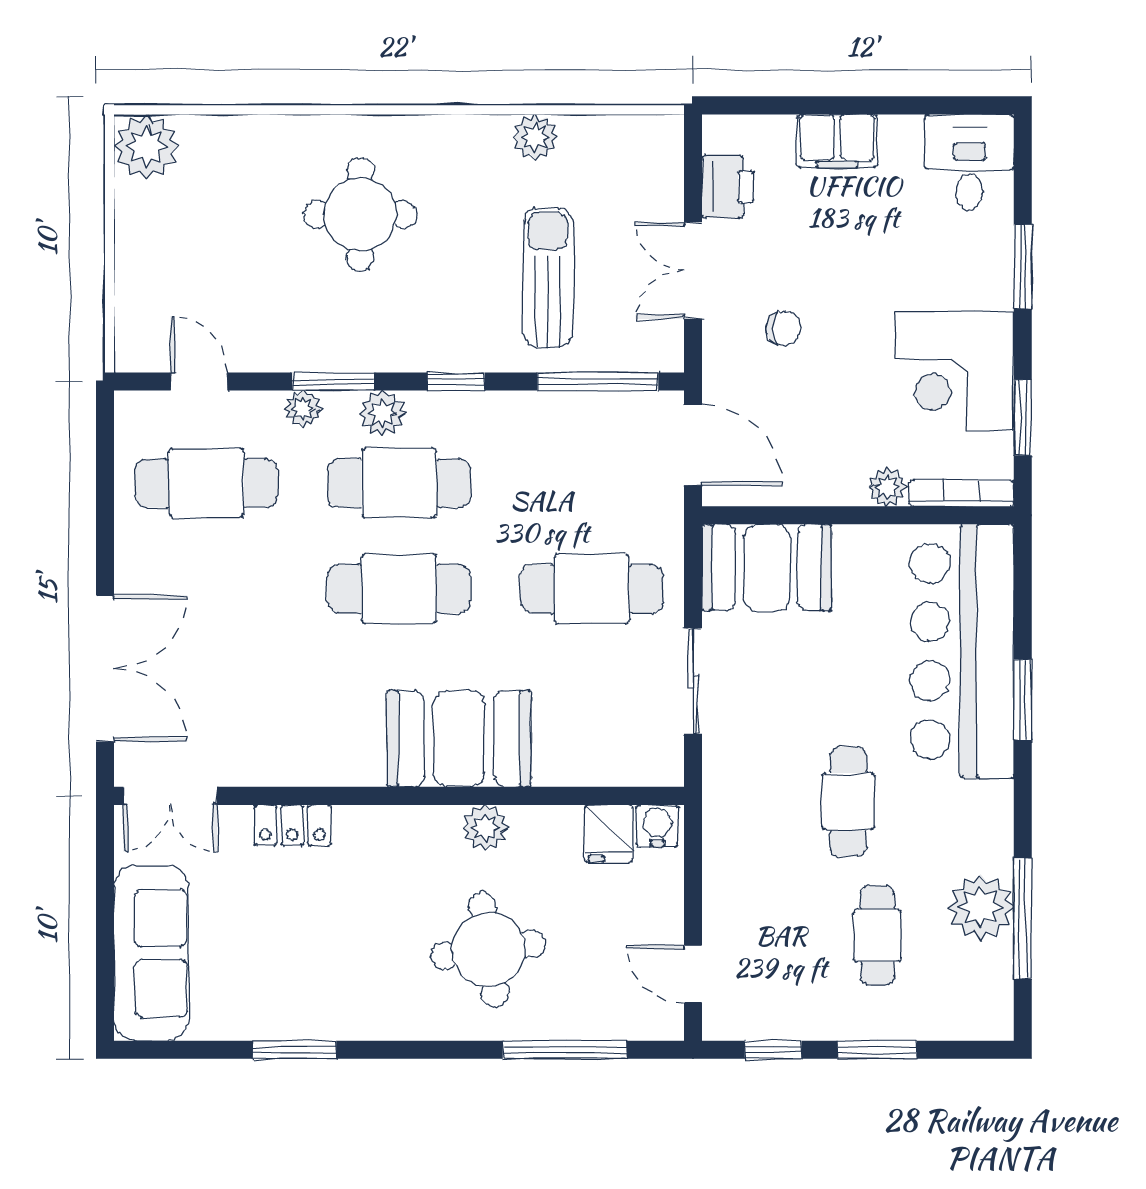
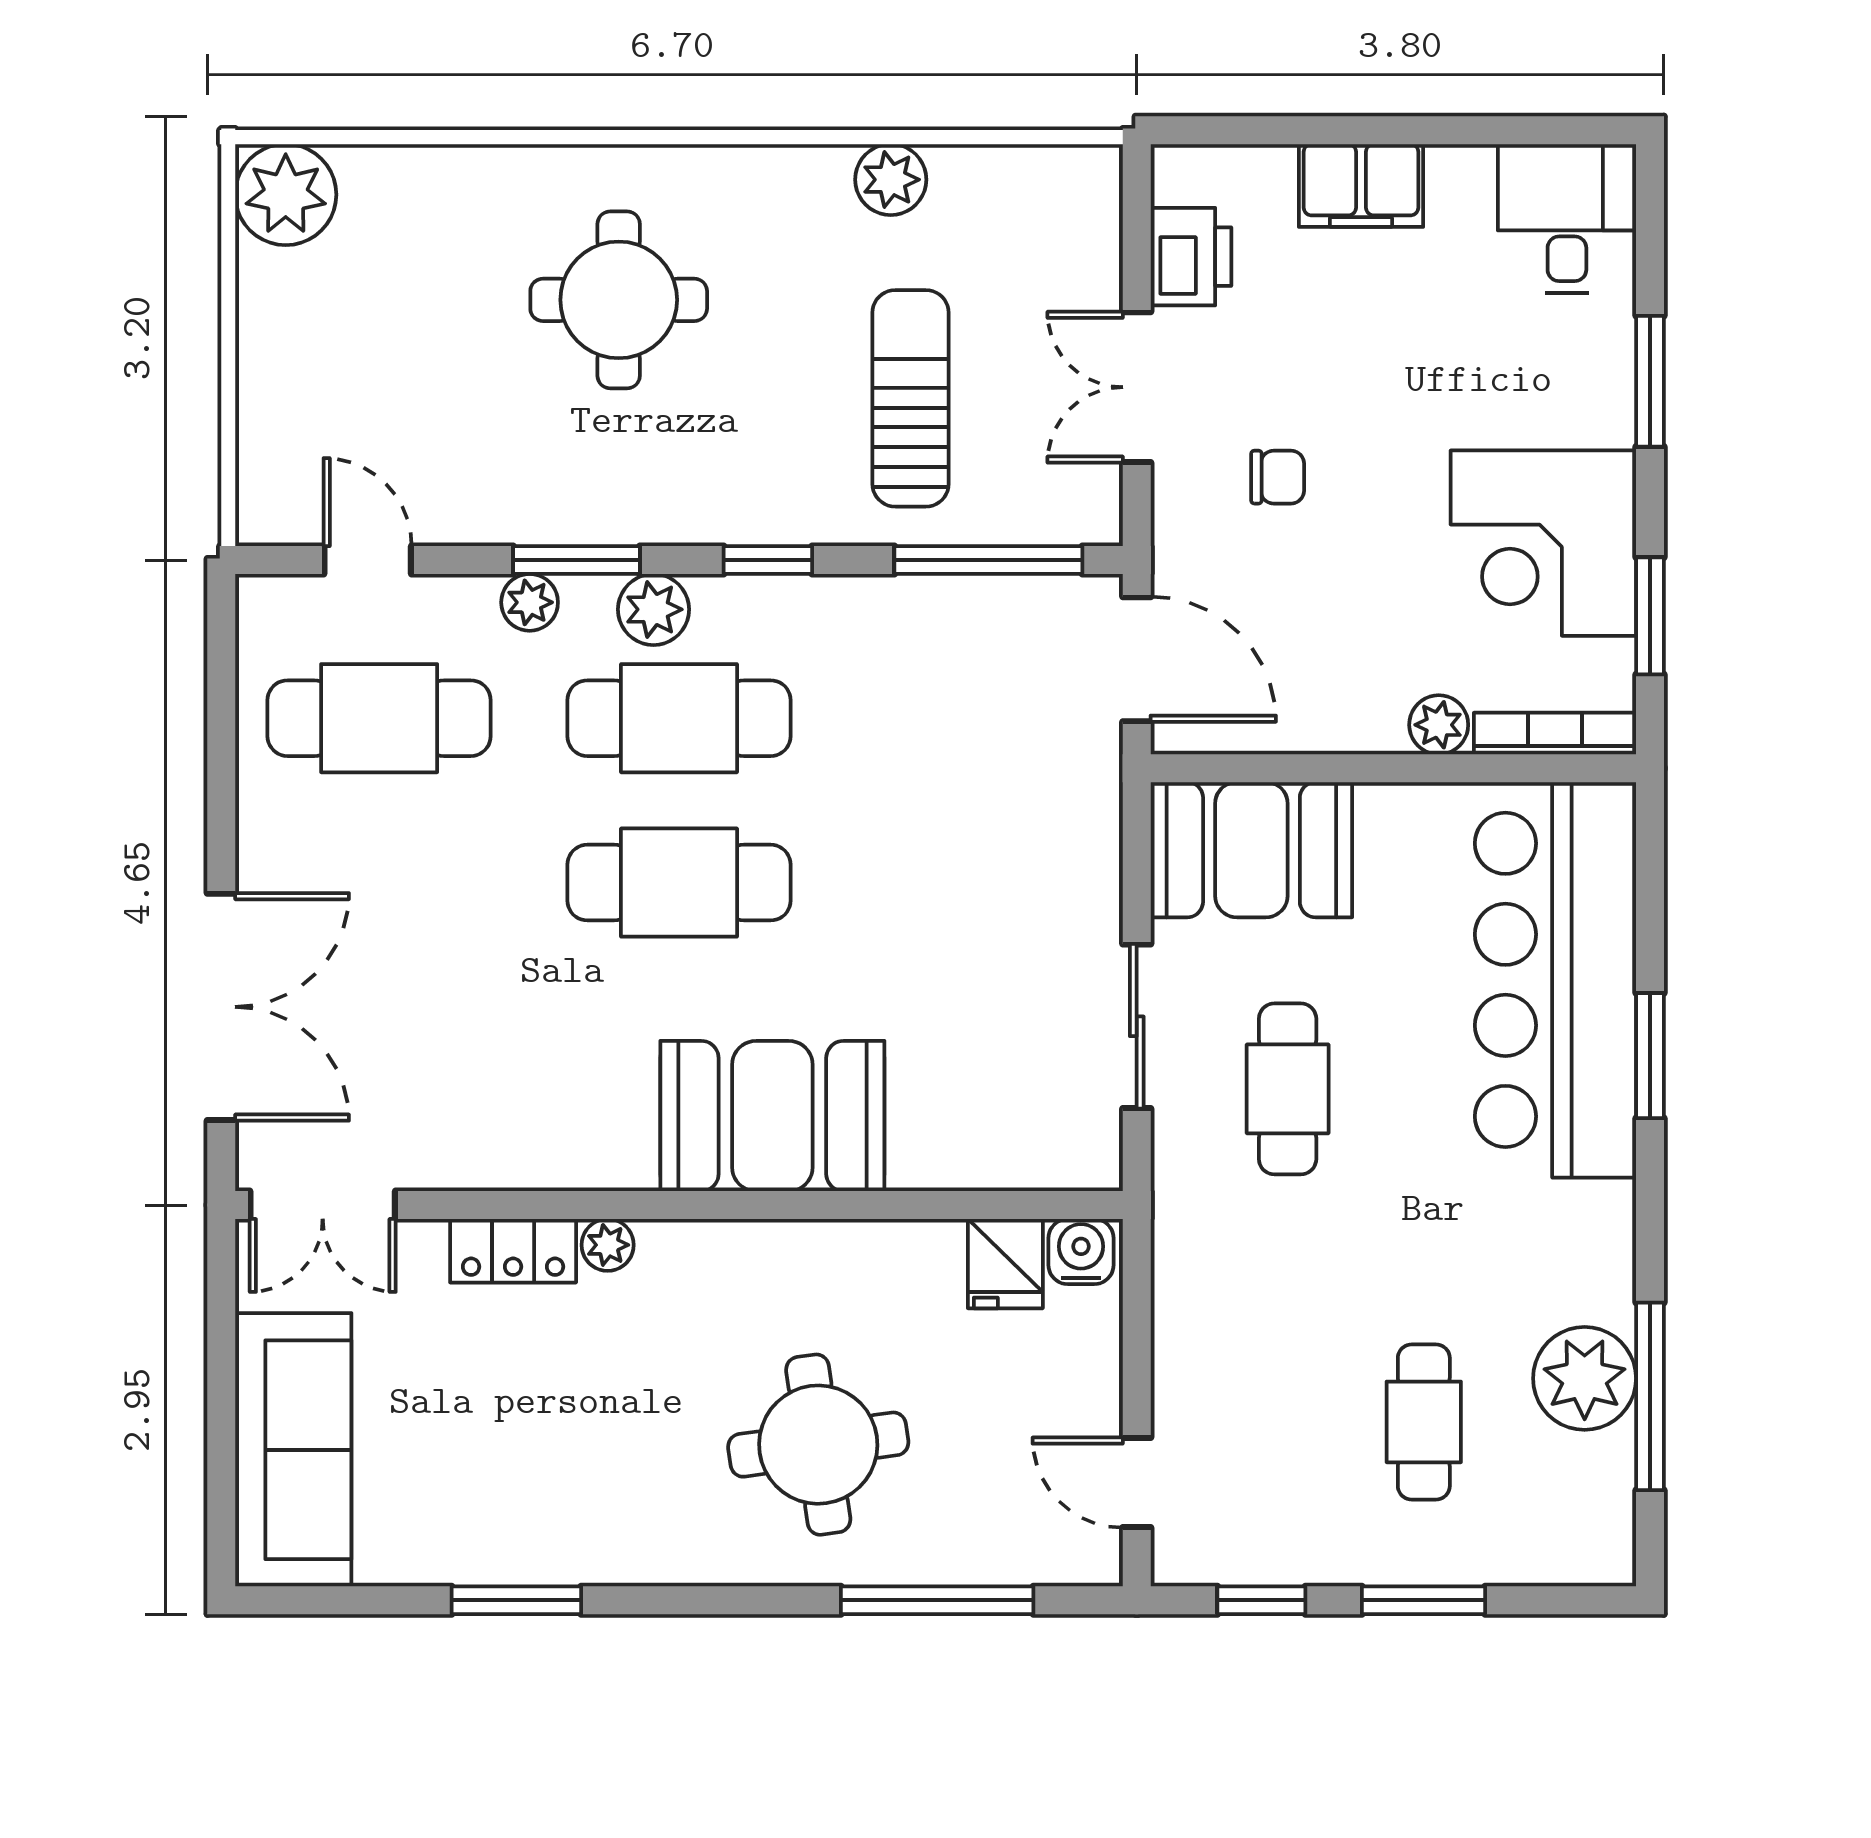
cafe table: (592, 589) -> (979, 883), removed
cafe table: (848, 802) -> (1288, 1089), moved
plant: (485, 828) -> (608, 1245), moved, width x0.73, depth x0.73

